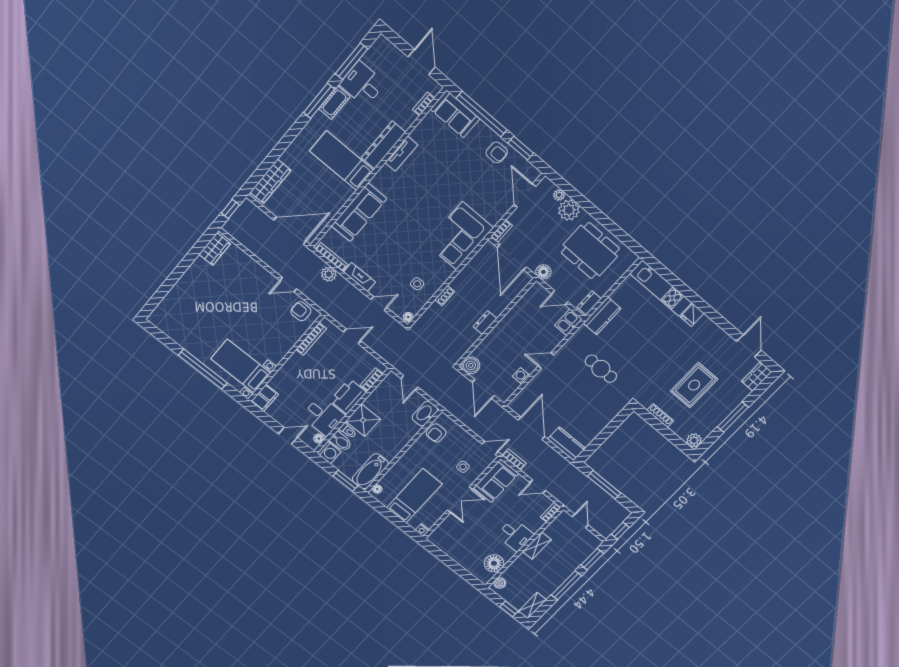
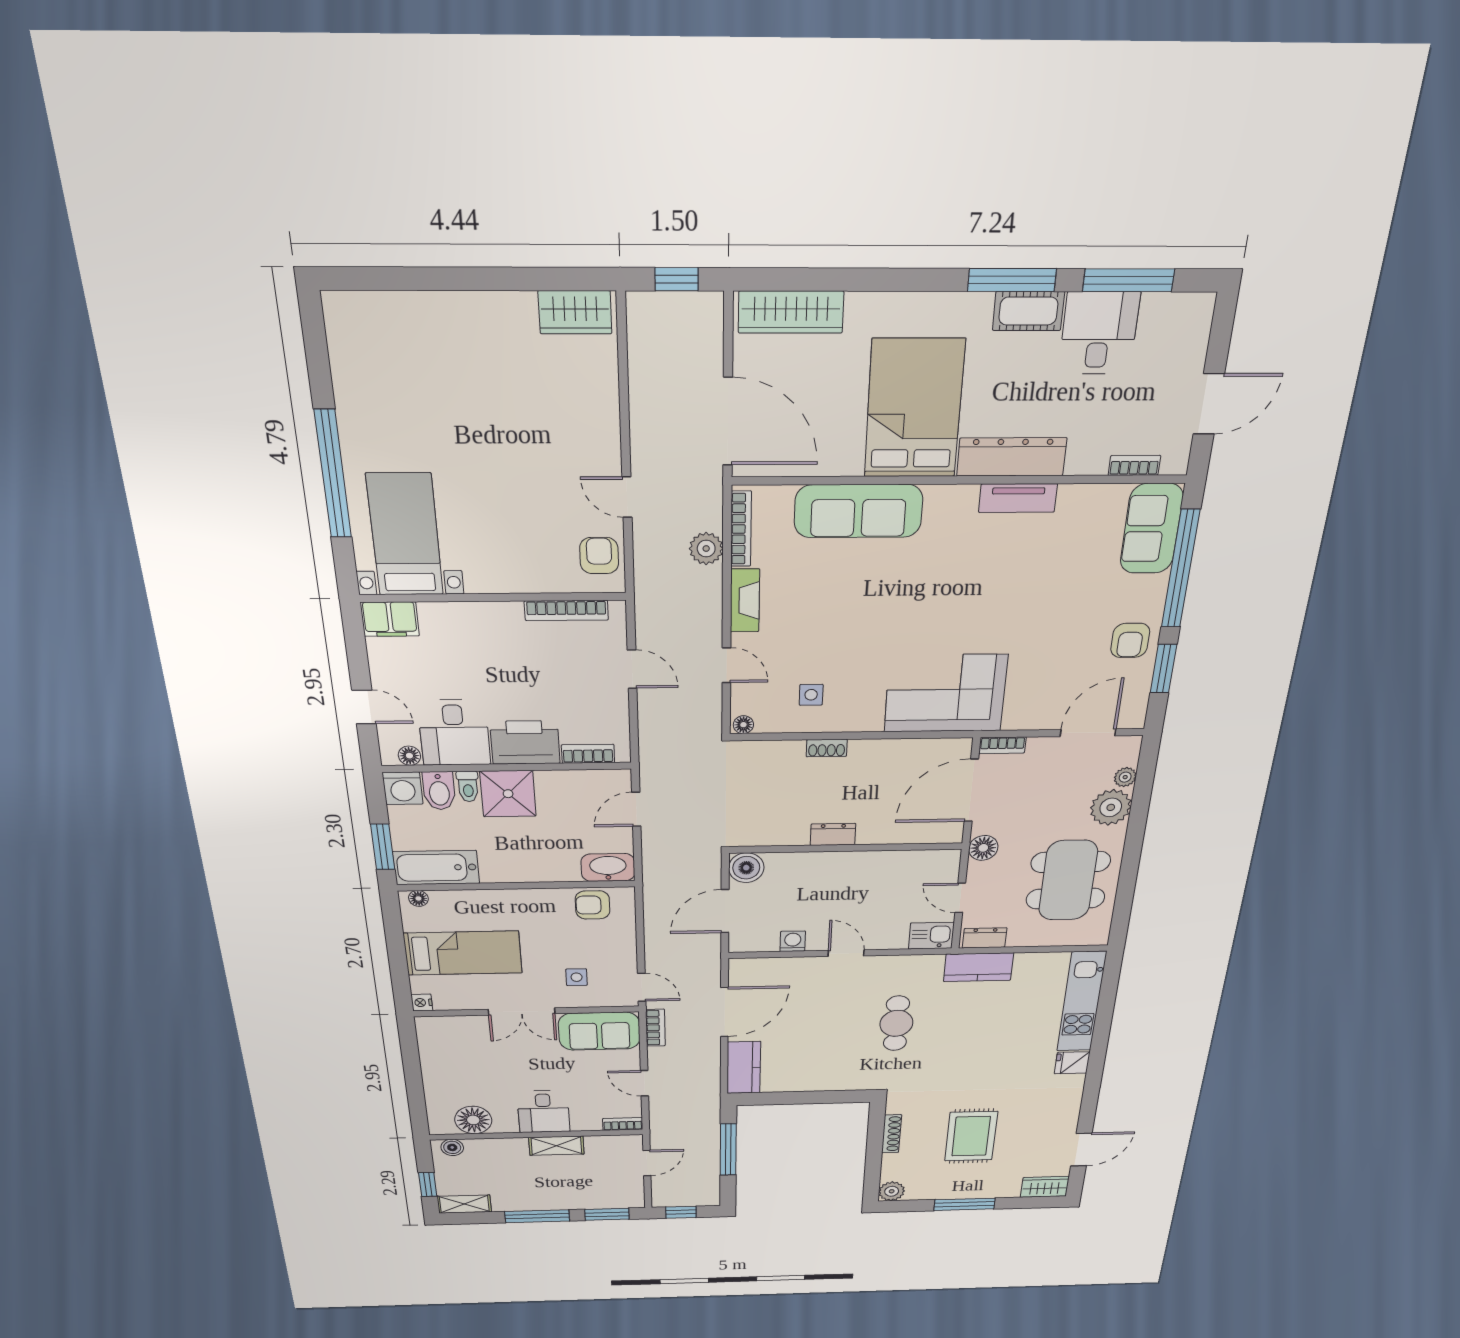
bed: (342, 161) -> (914, 409), width x1.50
rug: (694, 385) -> (971, 1136), turned 90

